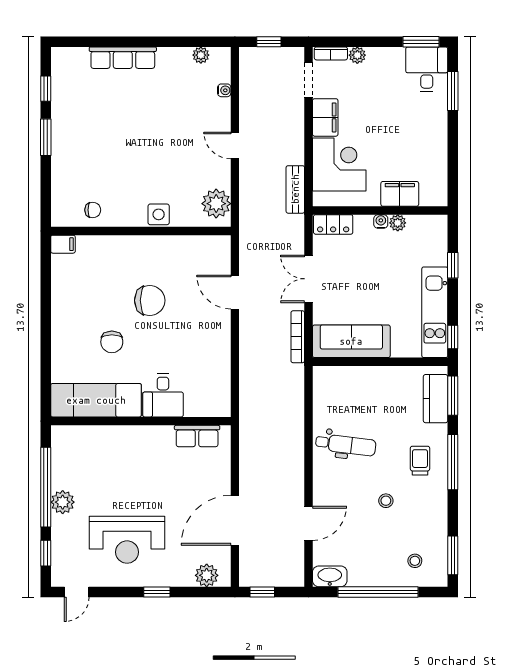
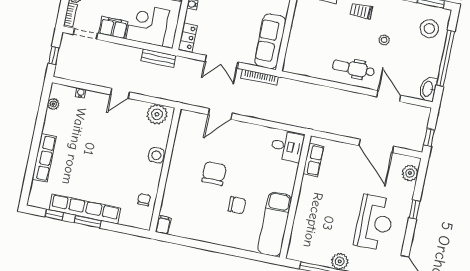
row of seats: (63, 130) -> (85, 209), added
desk: (163, 395) -> (287, 146), moved
dental chair: (346, 445) -> (353, 68), moved, turned -97
stool: (415, 561) -> (429, 29), width x1.89, depth x1.89

